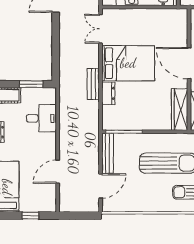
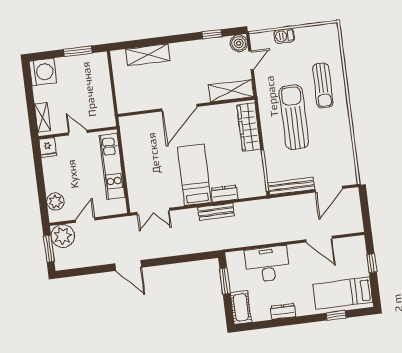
bed: (128, 63) -> (194, 175), width x0.67
wardrobe: (180, 109) -> (249, 127), moved, turned 90
desk: (41, 118) -> (267, 264), width x1.37
door: (101, 186) -> (329, 189), swing flipped

